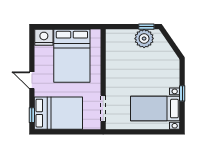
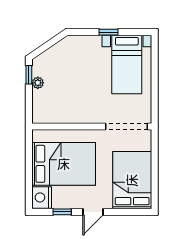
plant: (144, 39) -> (38, 83), width x0.53, depth x0.53
doorway: (103, 108) -> (127, 127), width x1.36
window: (32, 115) -> (62, 212), moved

